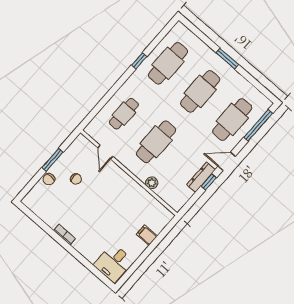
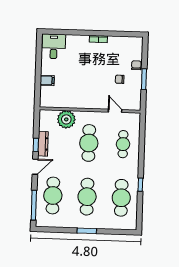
plant: (152, 183) -> (66, 119), width x1.87, depth x1.87

